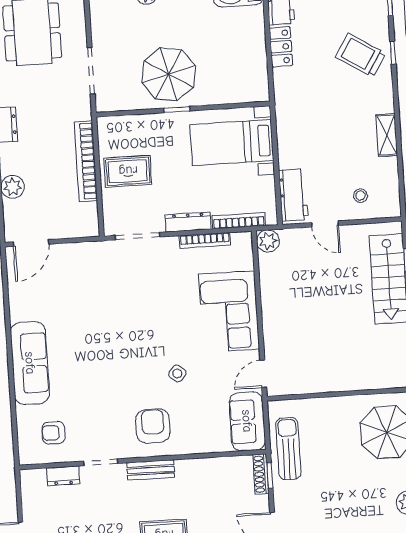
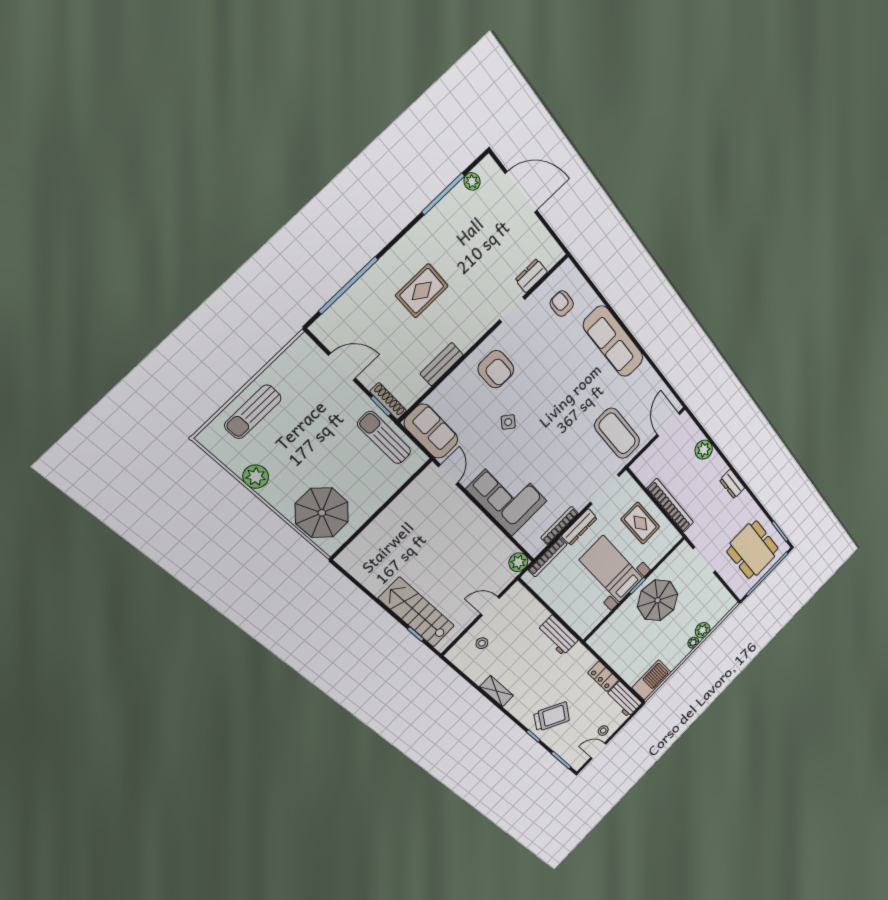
bed with nightstands: (232, 143) -> (611, 569), moved, turned -90
rug: (128, 171) -> (640, 523), turned 90
workbench: (293, 195) -> (558, 635), moved
coffee table: (87, 278) -> (617, 433), added
armchair: (53, 433) -> (562, 304), turned -90
sun lounger: (288, 449) -> (384, 438), turned 180
bench: (151, 470) -> (442, 364), moved

